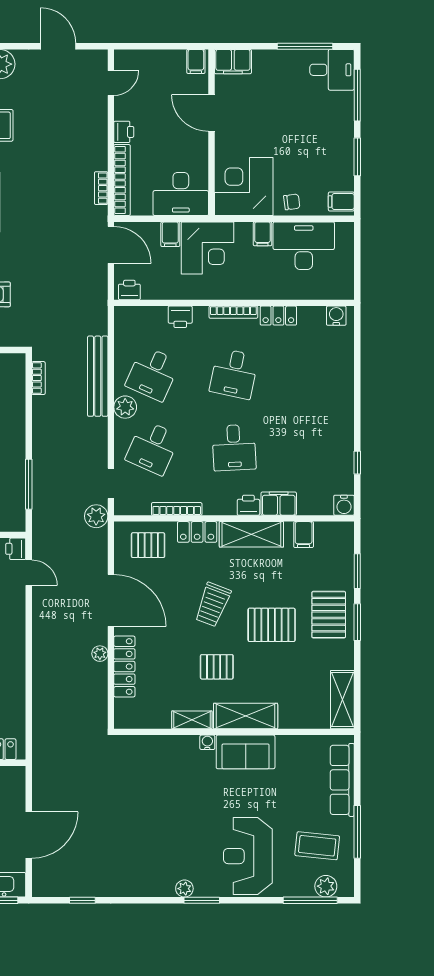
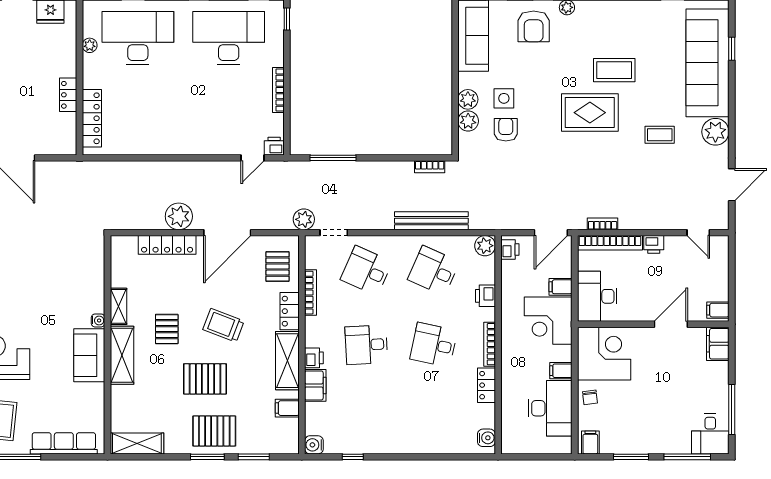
plant: (125, 407) -> (485, 246), moved
pallet: (272, 625) -> (205, 379), turned 90
plant: (100, 654) -> (179, 216), width x1.88, depth x1.88

